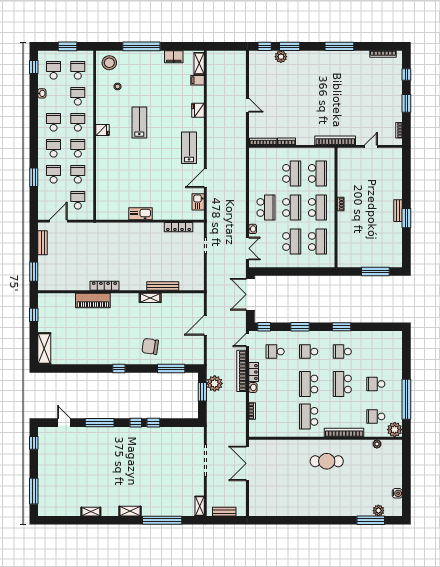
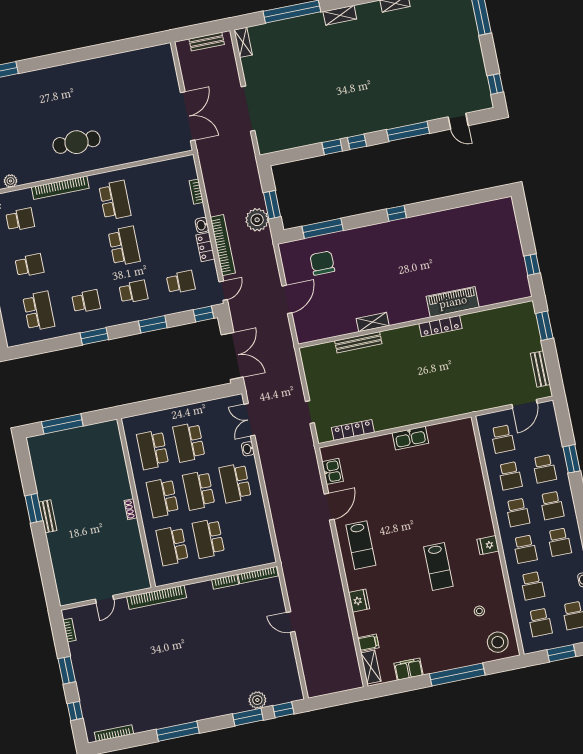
chair: (150, 346) -> (322, 263), moved, turned -98
shelving: (44, 348) -> (507, 220), removed
school desk: (342, 384) -> (39, 311), moved

